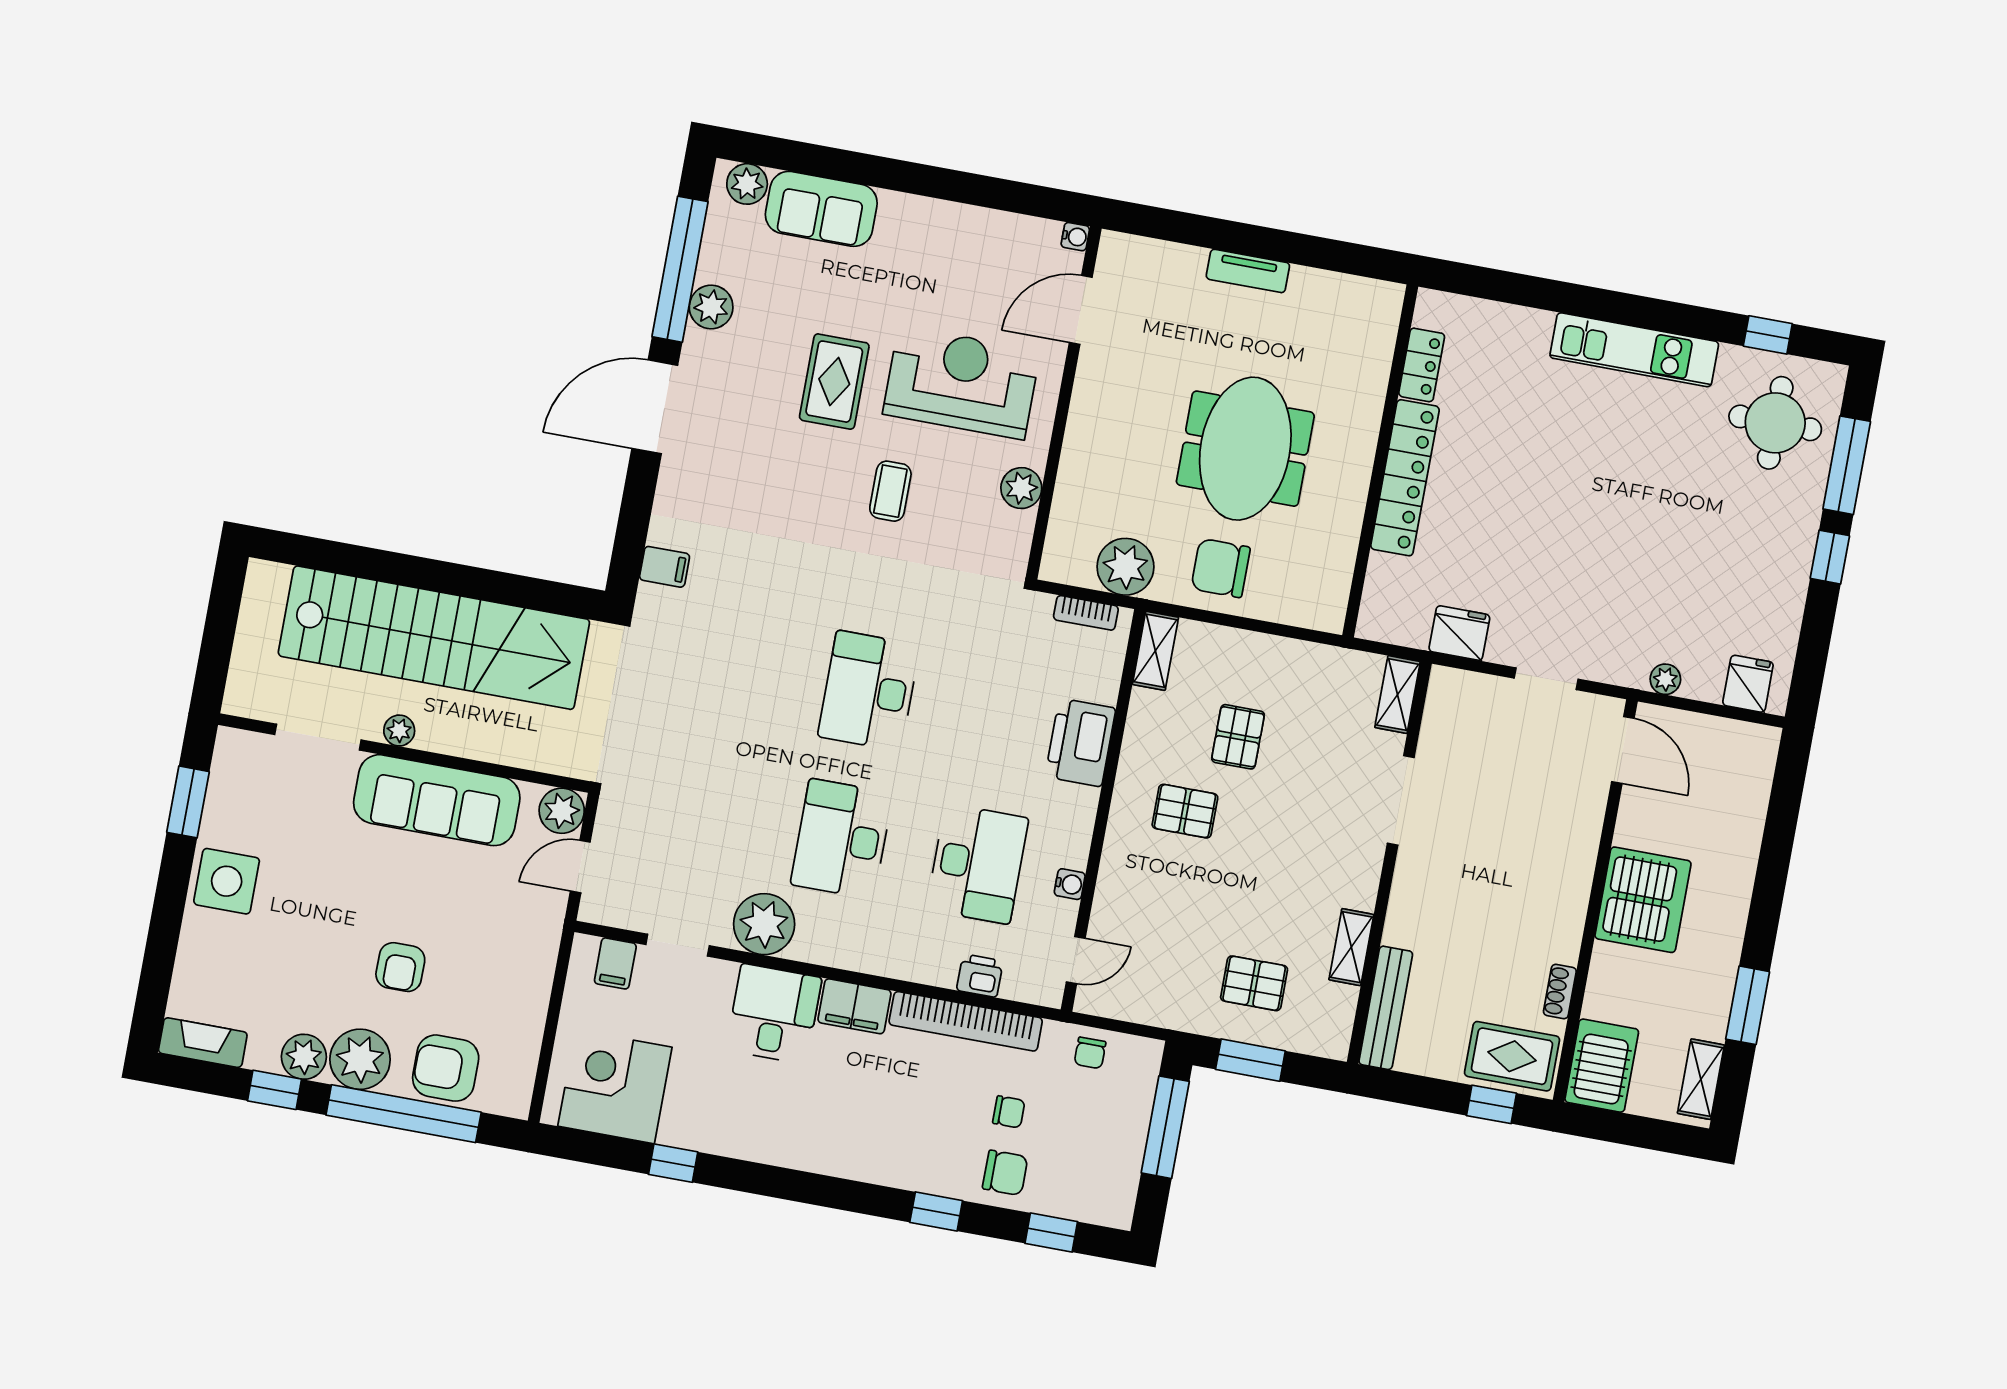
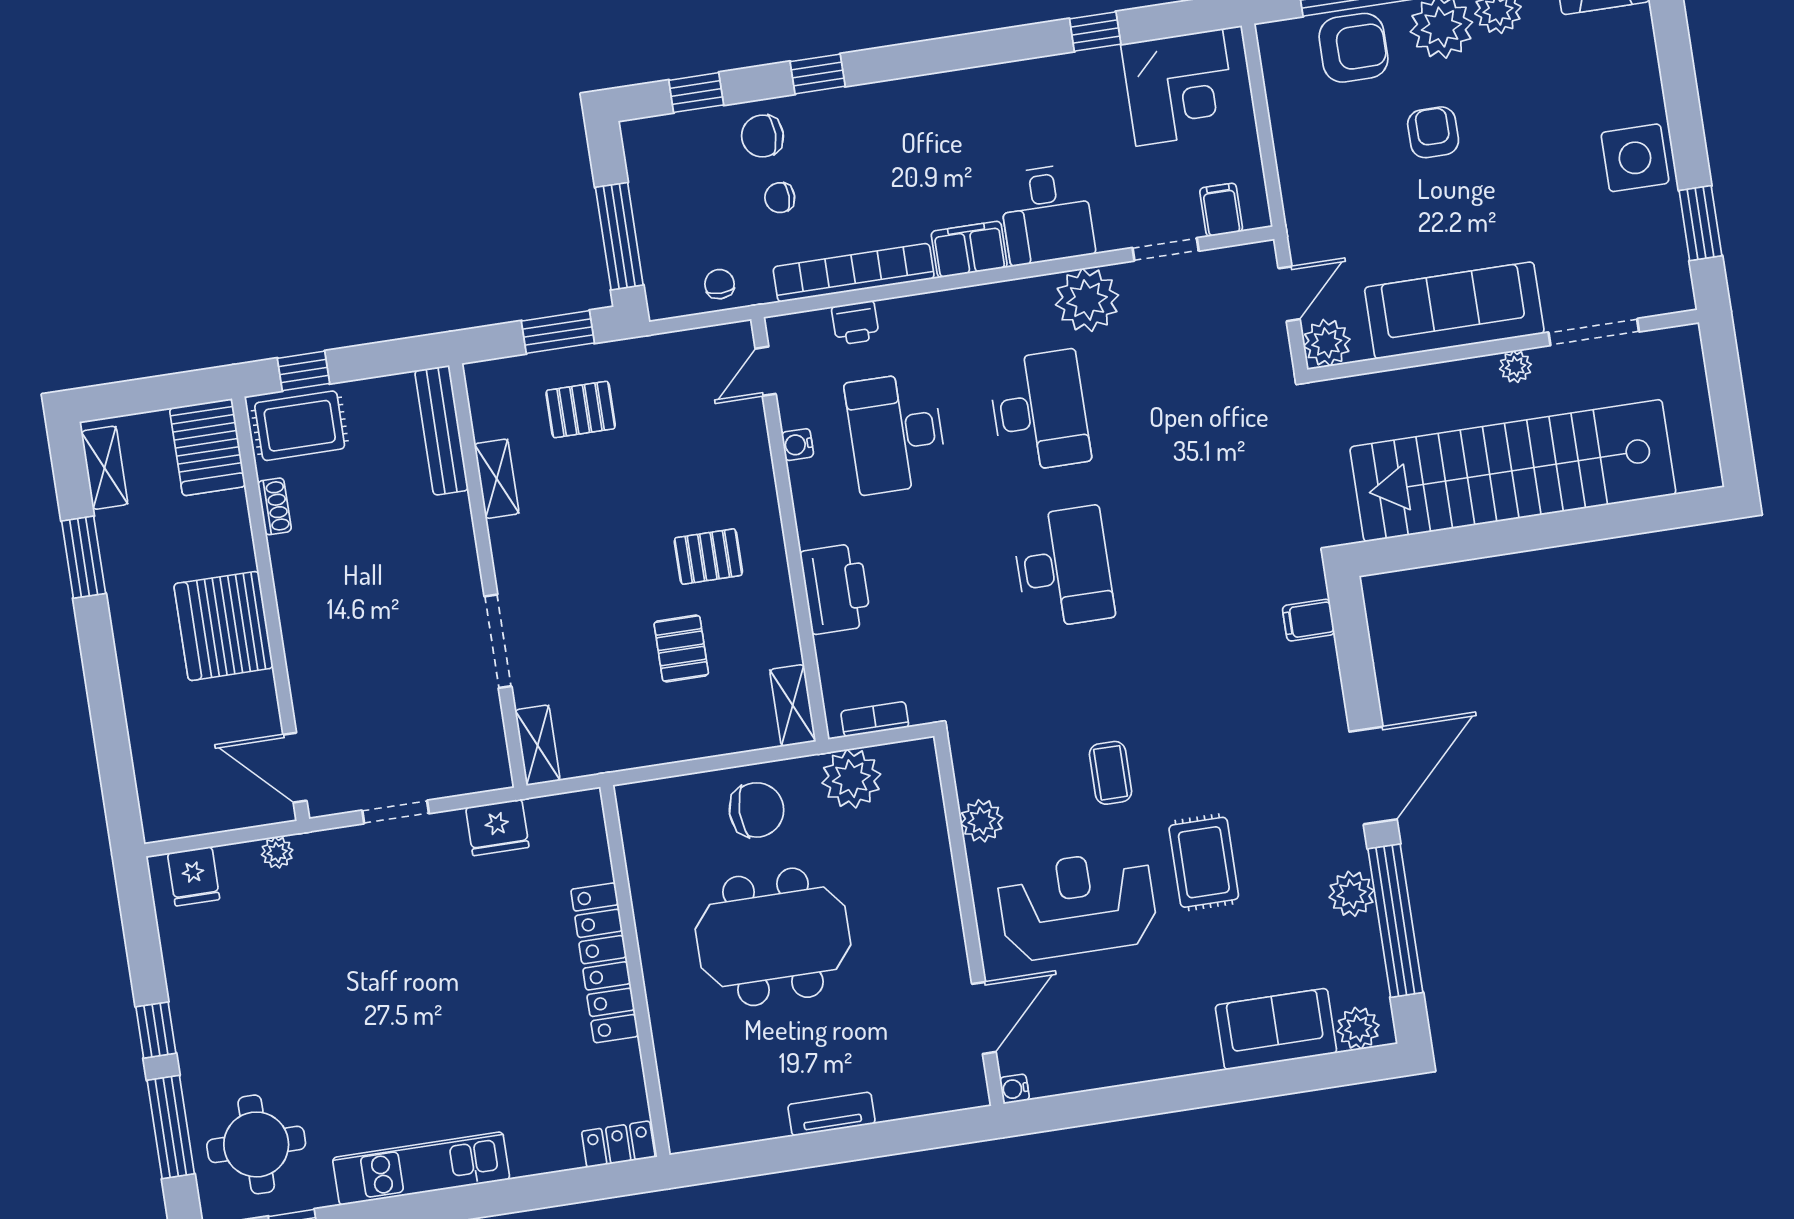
locker: (1422, 365) -> (618, 1144), moved, turned 90
reception desk: (962, 382) -> (1077, 905), turned 180
meeting table: (1245, 449) -> (773, 937), turned 90

